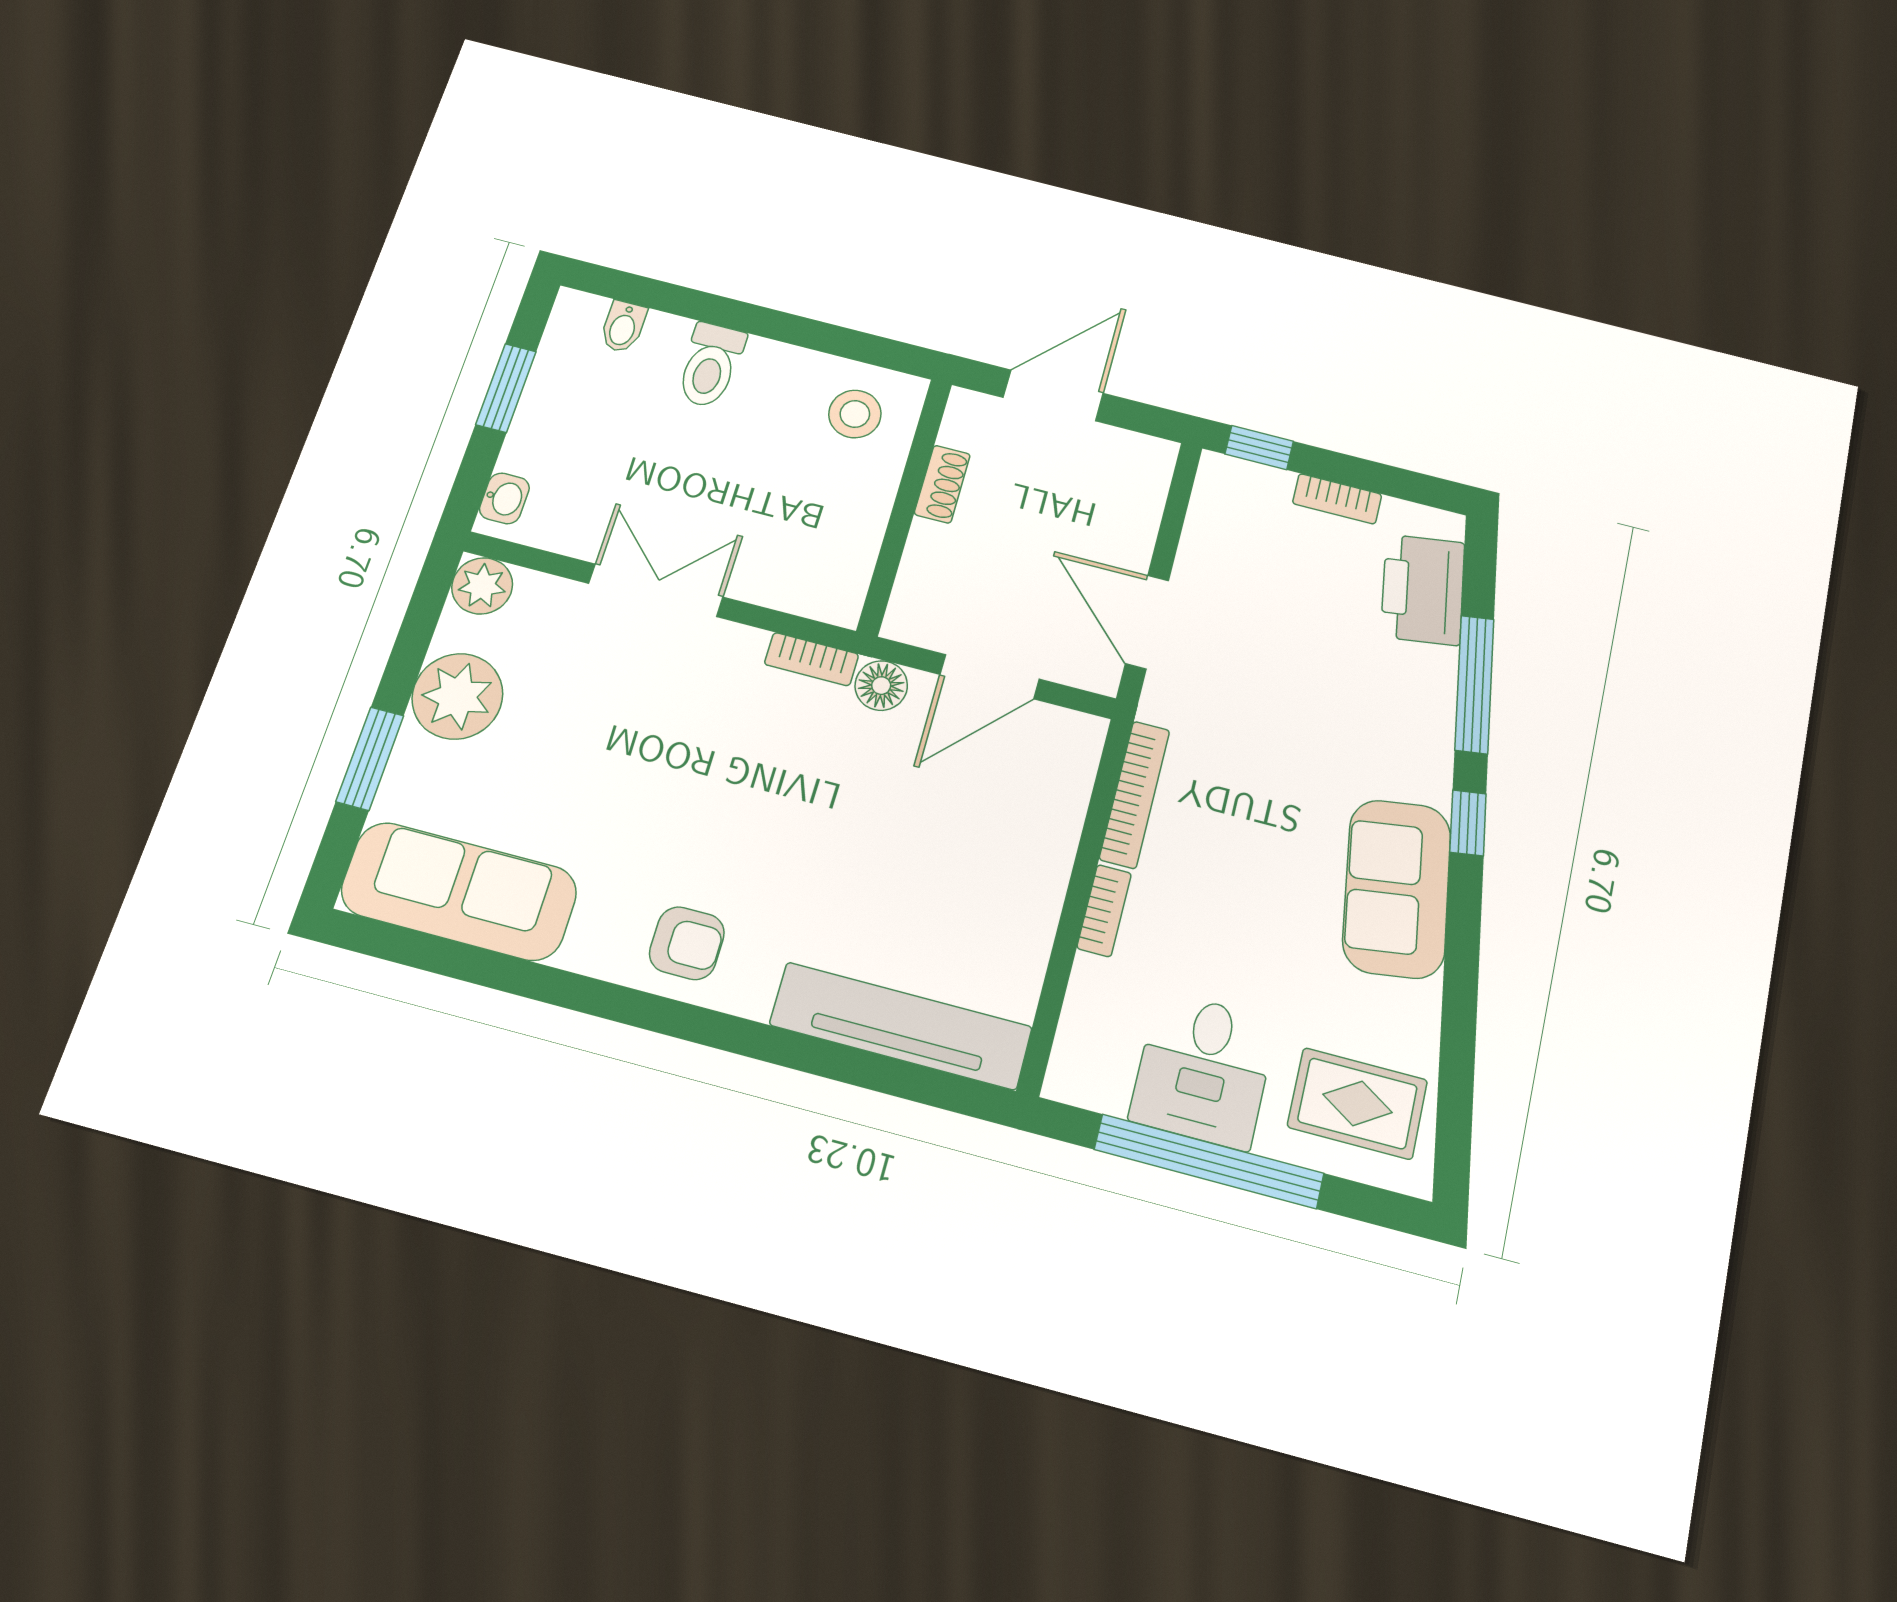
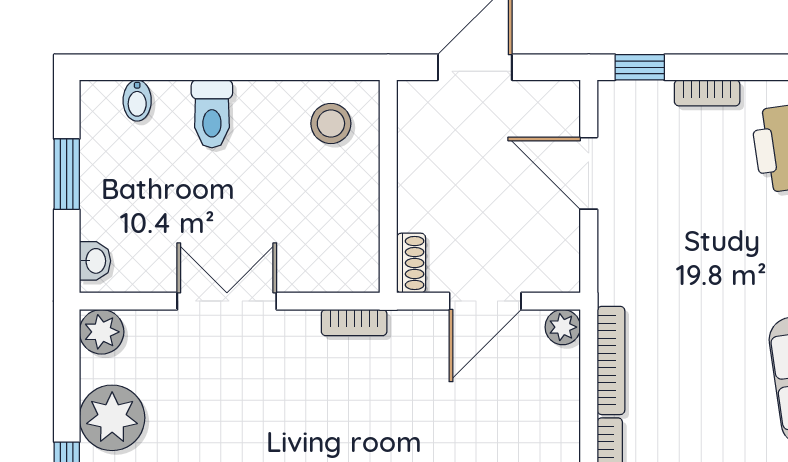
shoe rack: (942, 484) -> (411, 263), moved
door: (1147, 622) -> (589, 173), moved
floor lamp: (881, 686) -> (409, 329), removed
plant: (1082, 736) -> (563, 327), added

